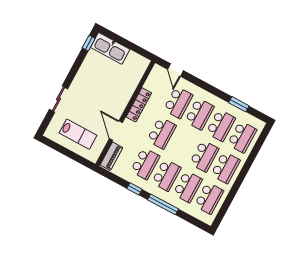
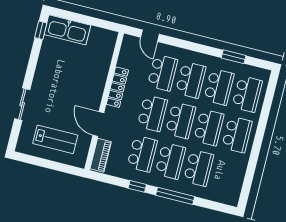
school desk: (209, 198) -> (181, 120), moved

